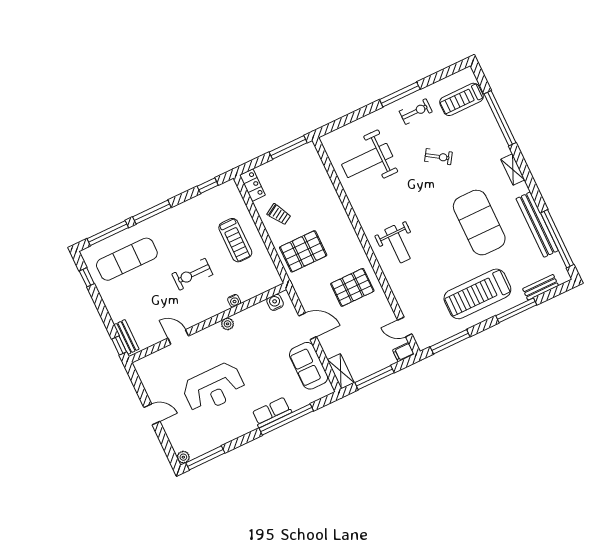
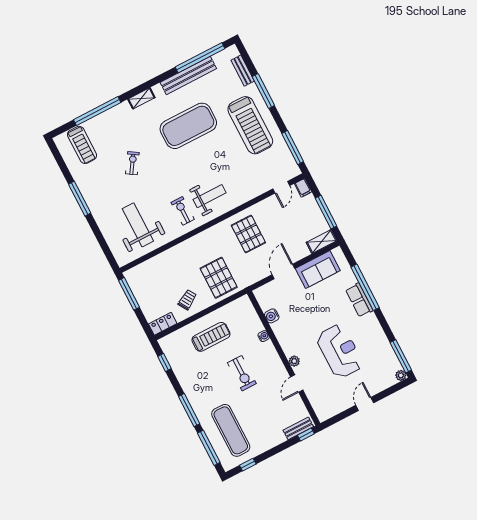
exercise bike: (416, 112) -> (183, 211), moved
weight bench: (367, 160) -> (138, 225), turned 180
water cooler: (275, 302) -> (272, 316), moved
plant: (228, 324) -> (294, 361), moved

